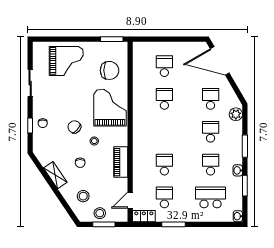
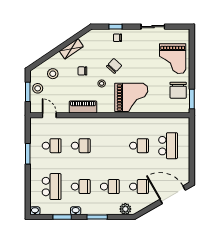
door: (220, 61) -> (173, 195), hinge flipped
school desk: (164, 66) -> (168, 146), width x1.85
chair: (110, 70) -> (178, 90), moved
locker: (144, 216) -> (35, 127), removed

